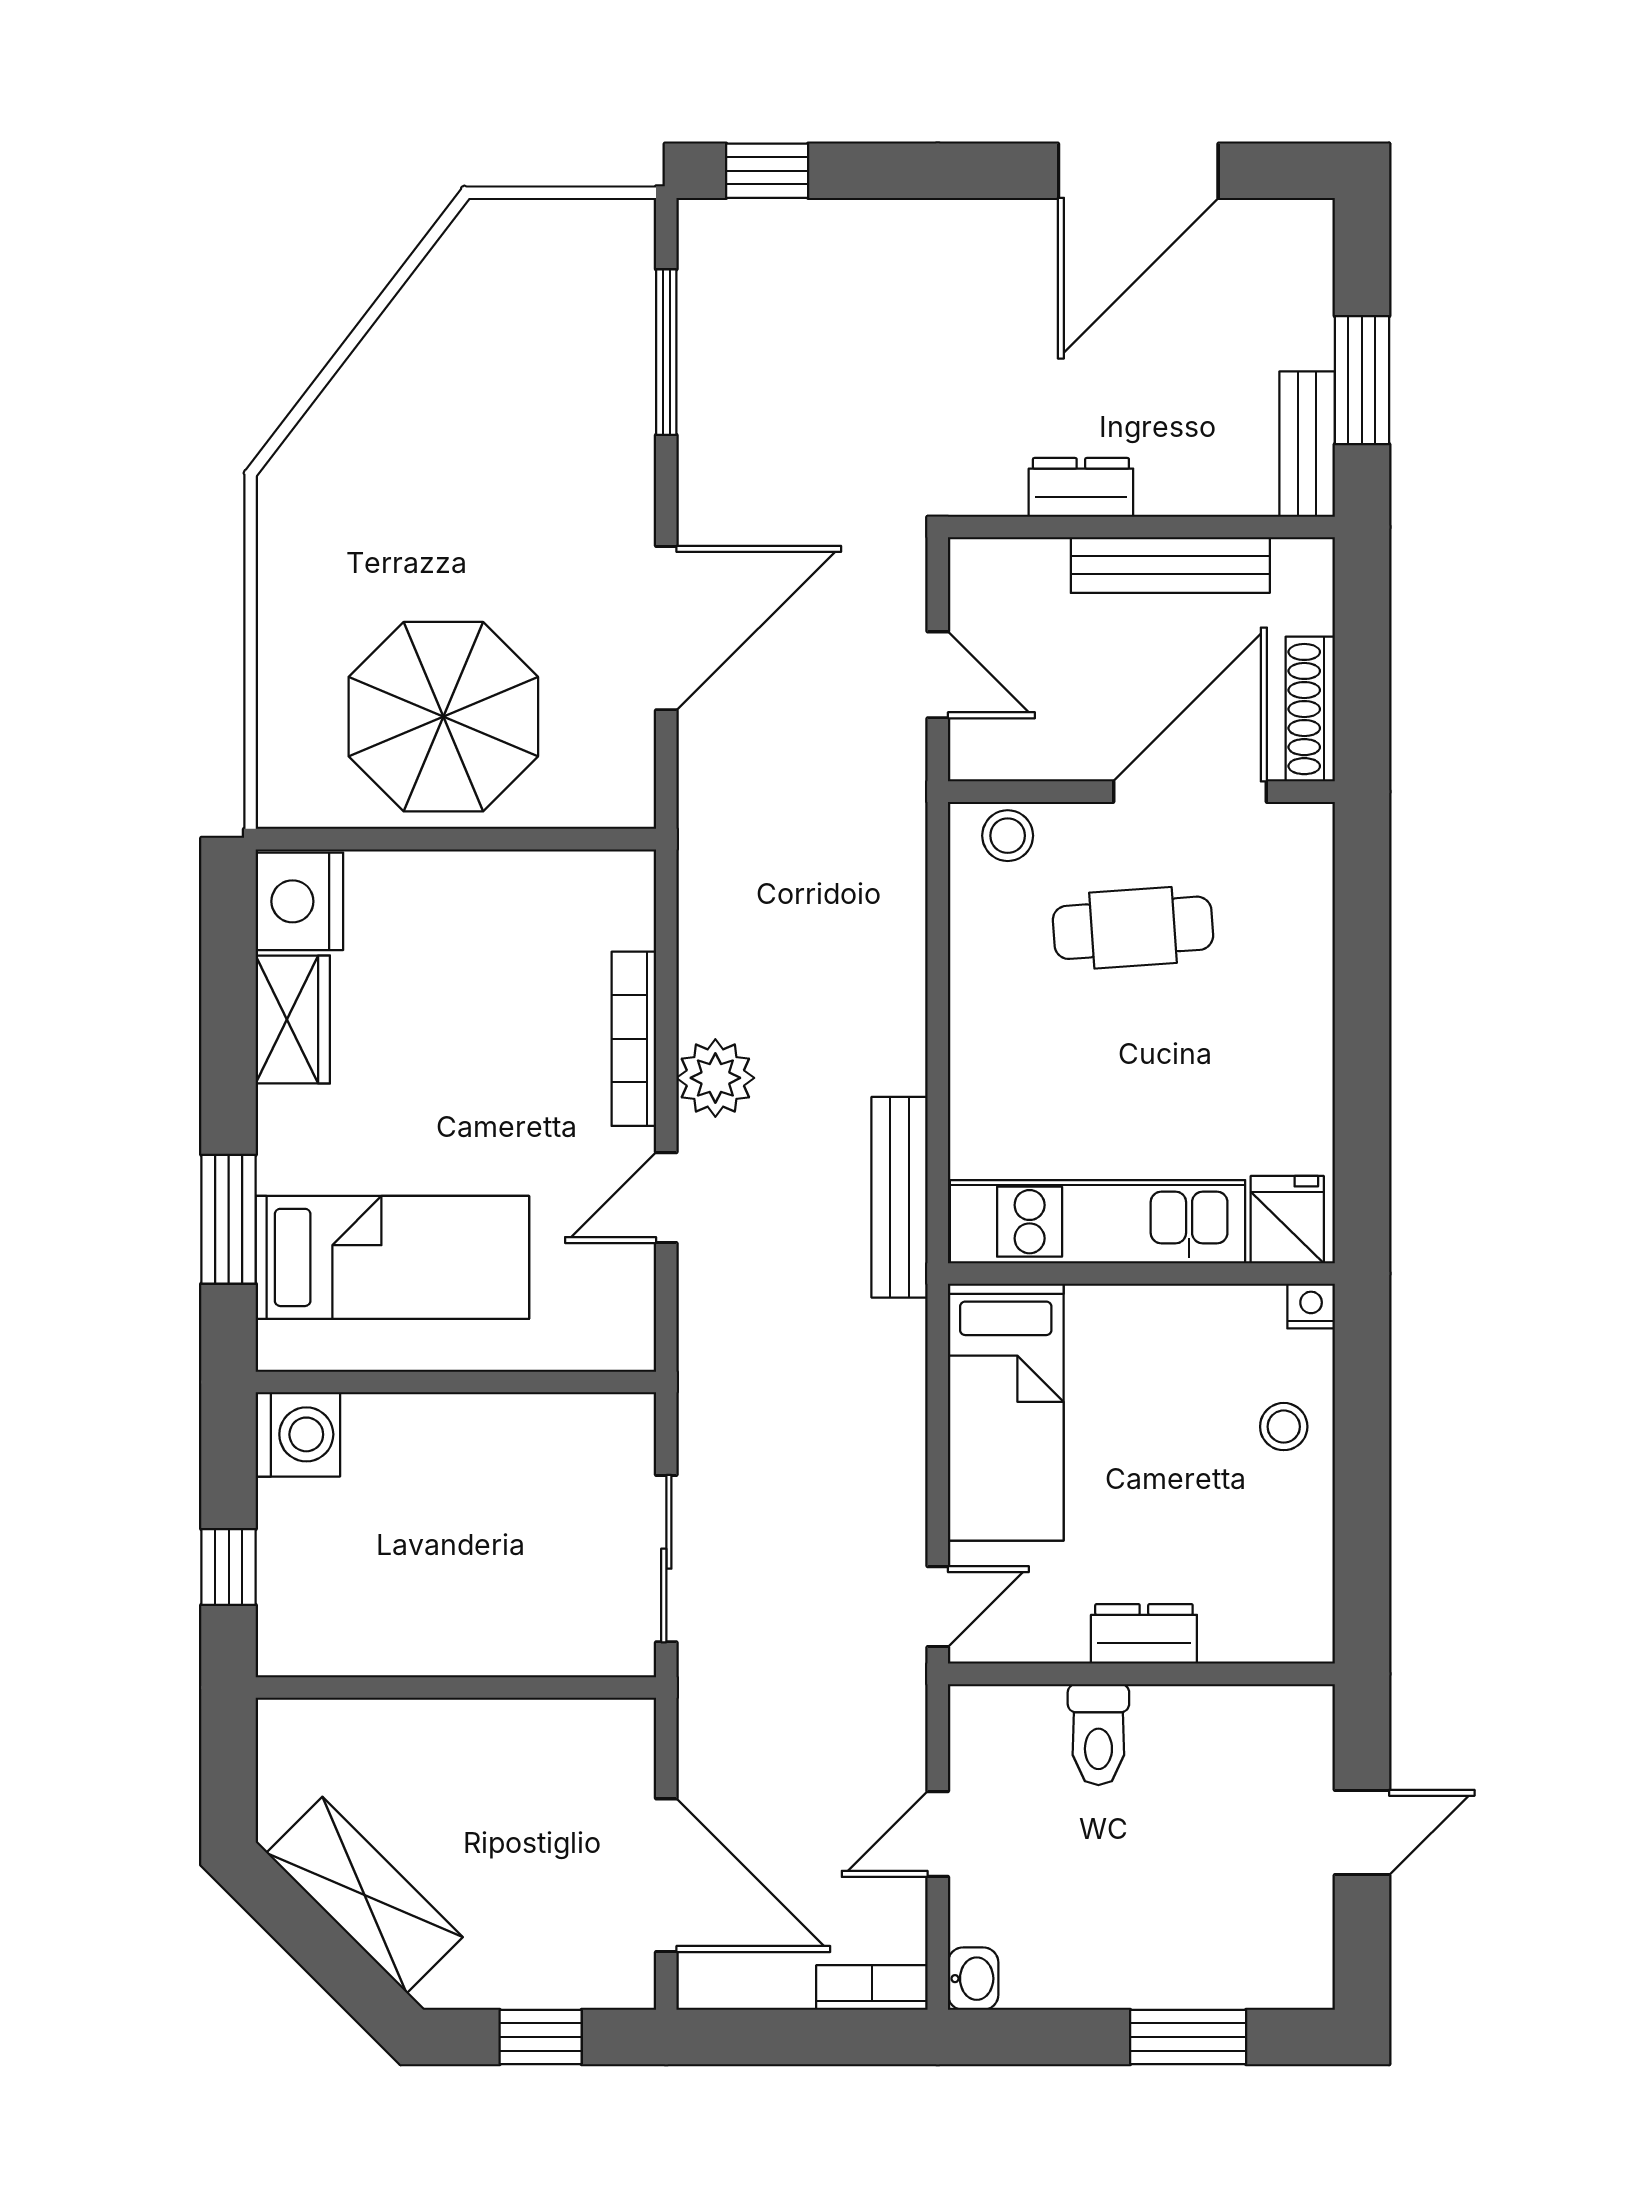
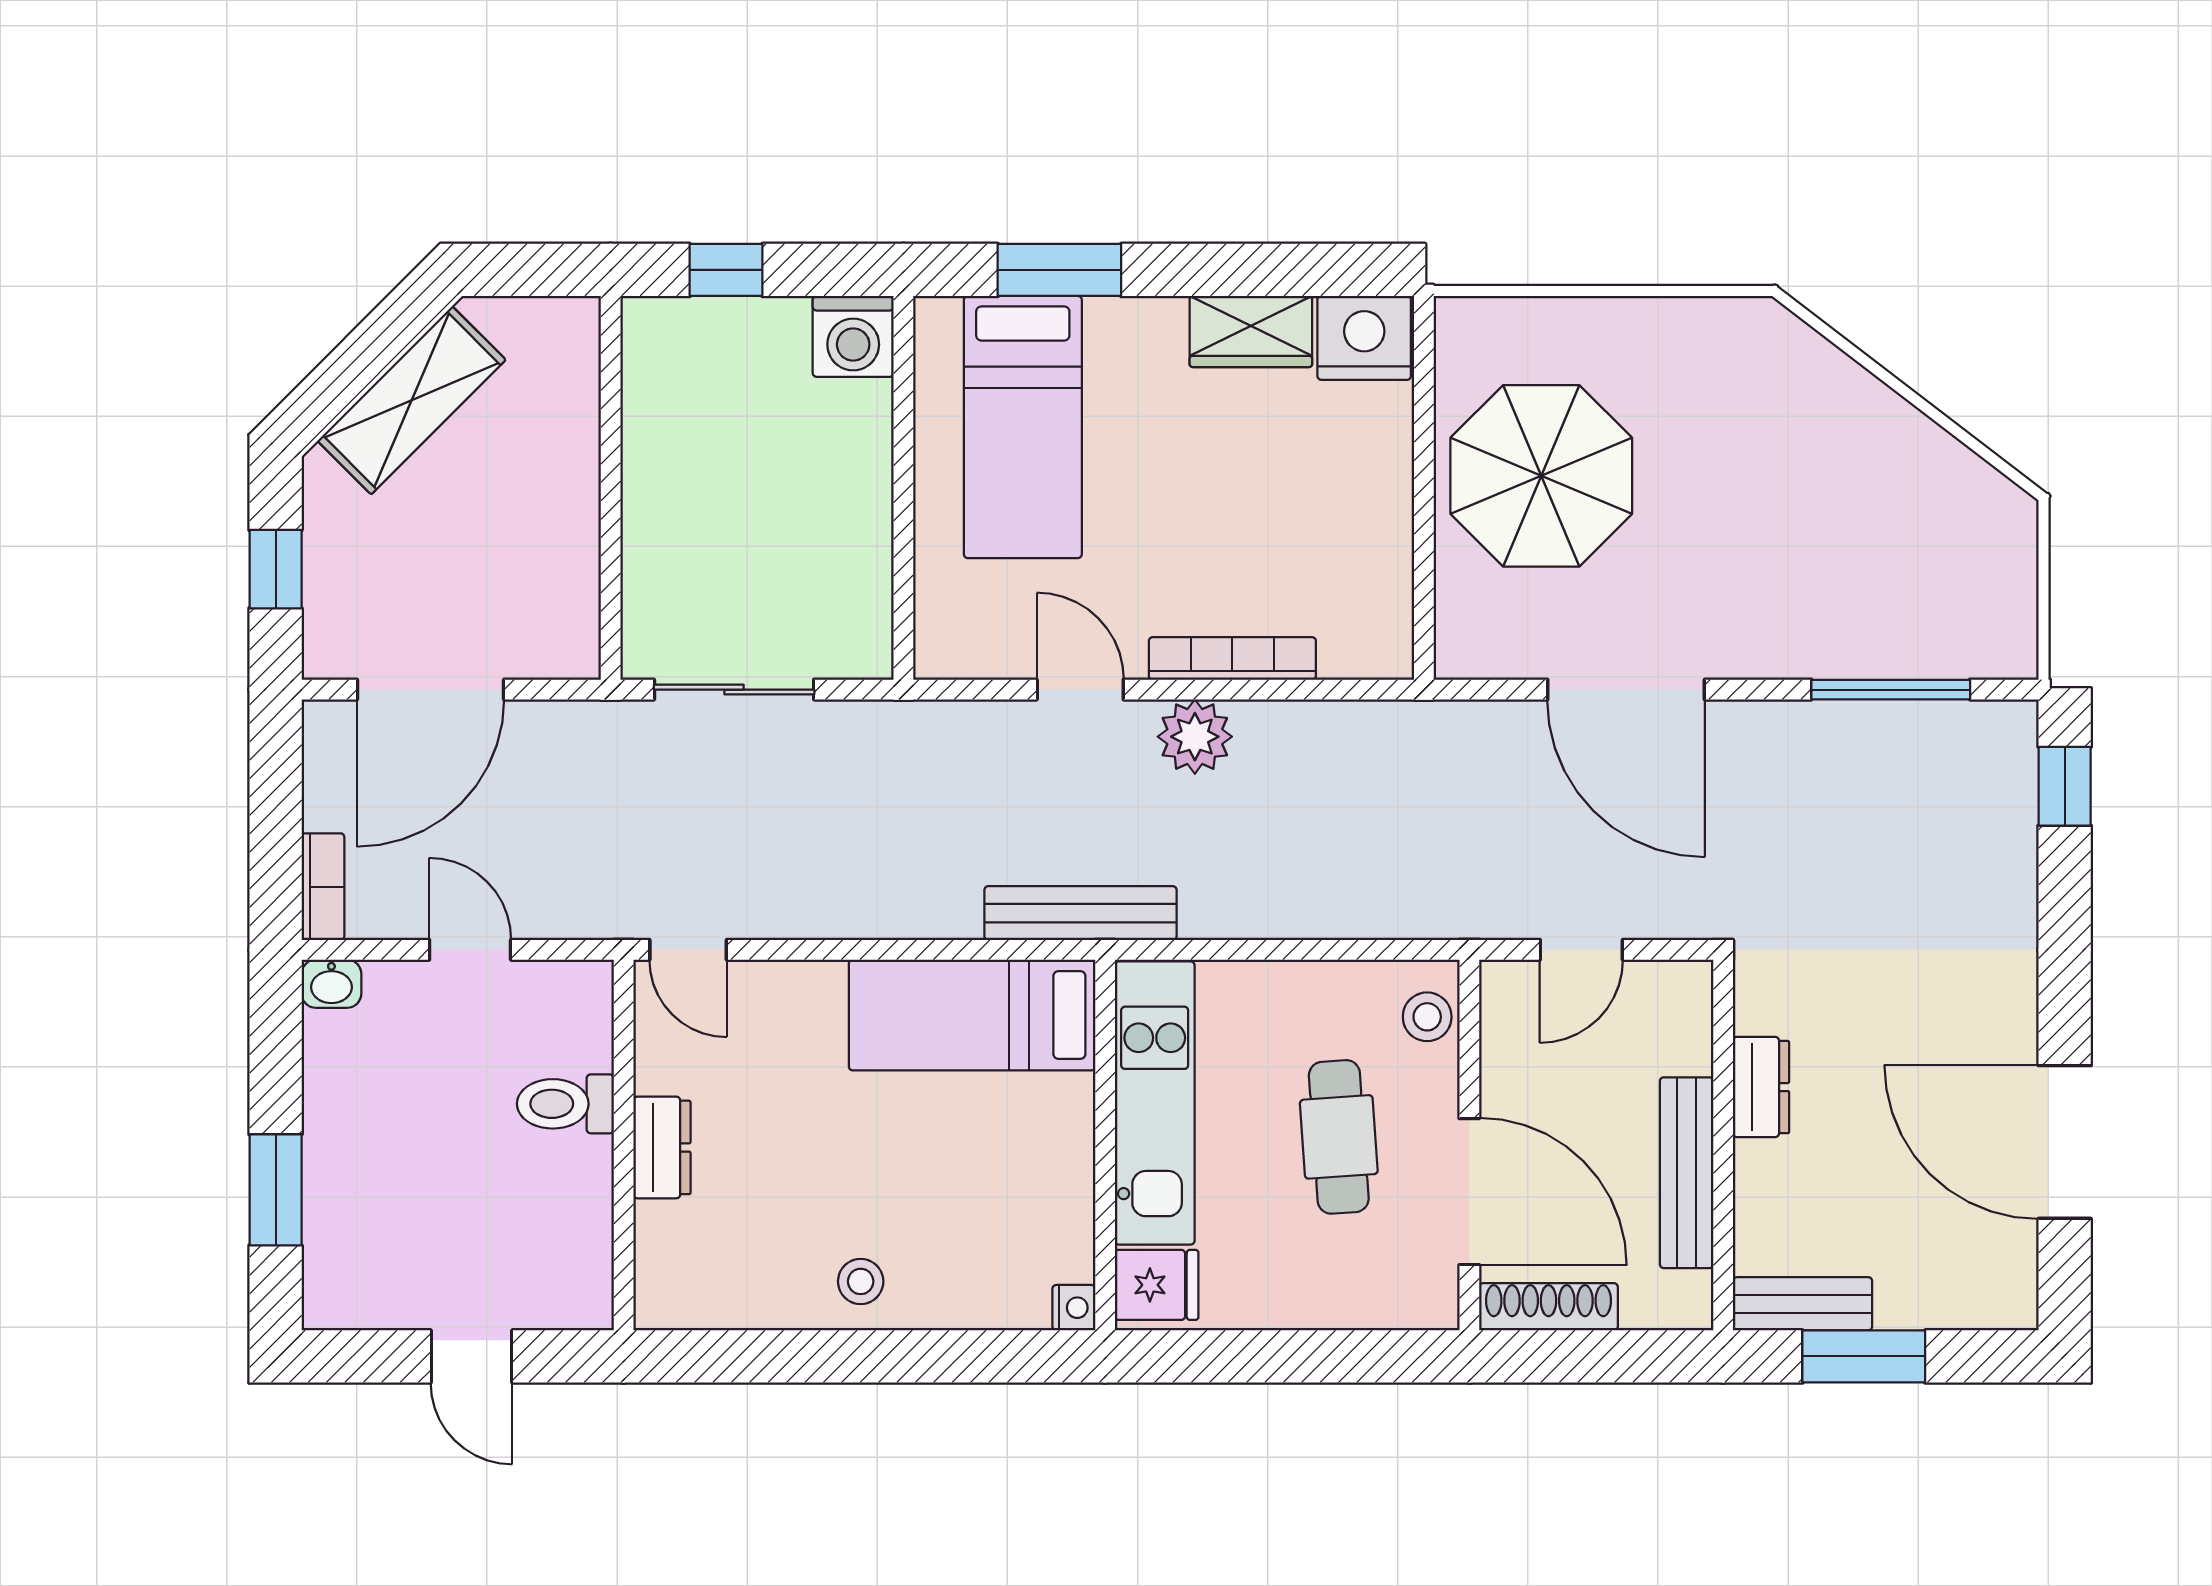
fridge: (1287, 1220) -> (1157, 1285), moved
kitchen unit: (1098, 1222) -> (1155, 1103), moved
wall: (1141, 1273) -> (1105, 1145), moved
nightstand: (1311, 1306) -> (1074, 1308), moved
bed: (1006, 1412) -> (972, 1015), moved

